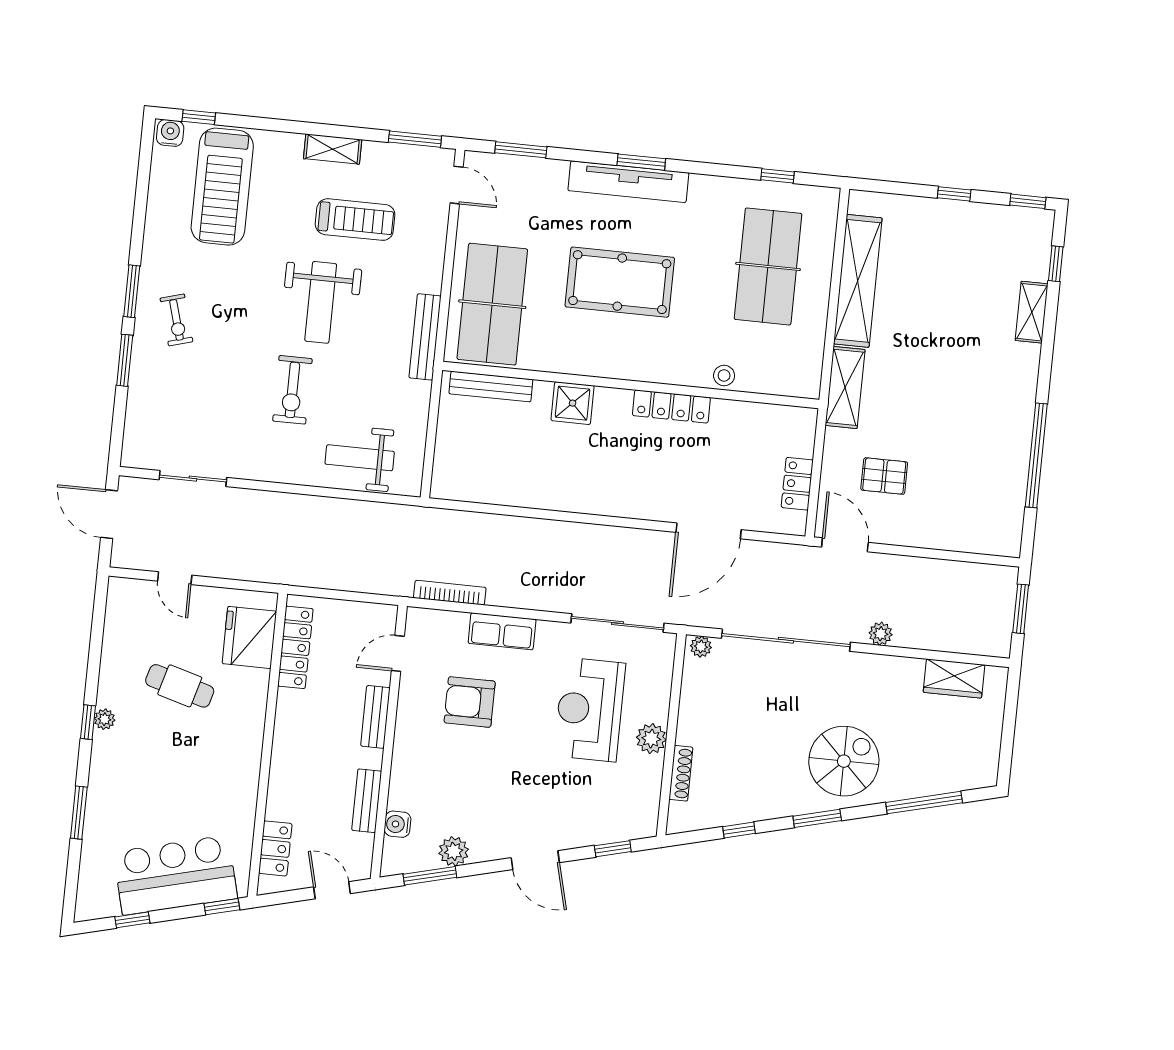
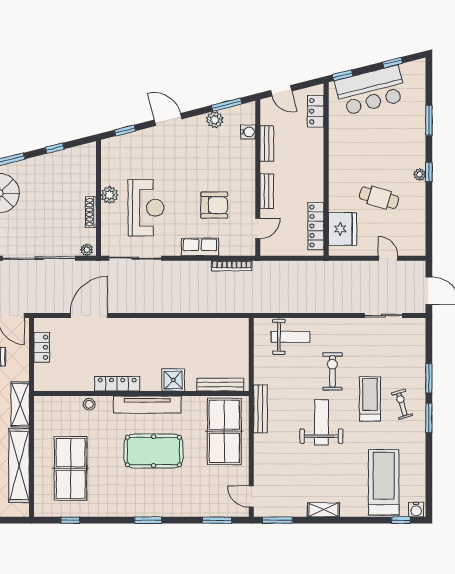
tv unit: (628, 182) -> (147, 405), moved, turned 180
treadmill: (355, 220) -> (370, 399), moved, turned 90
shoe rack: (681, 773) -> (91, 212), moved

